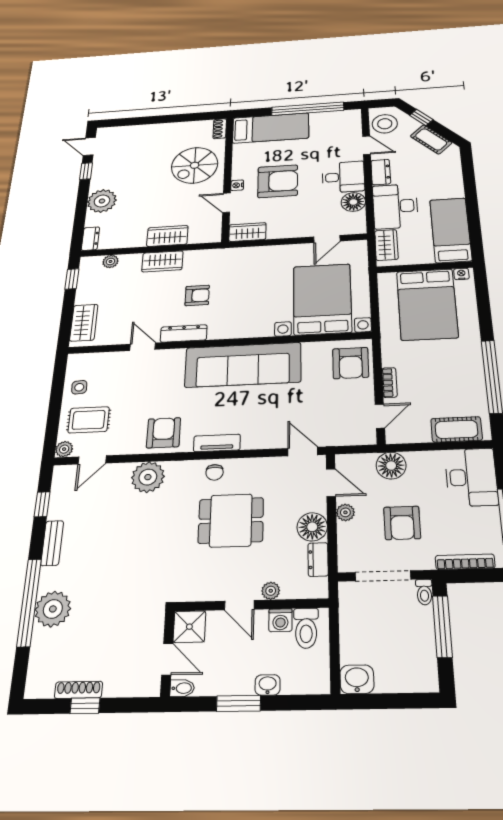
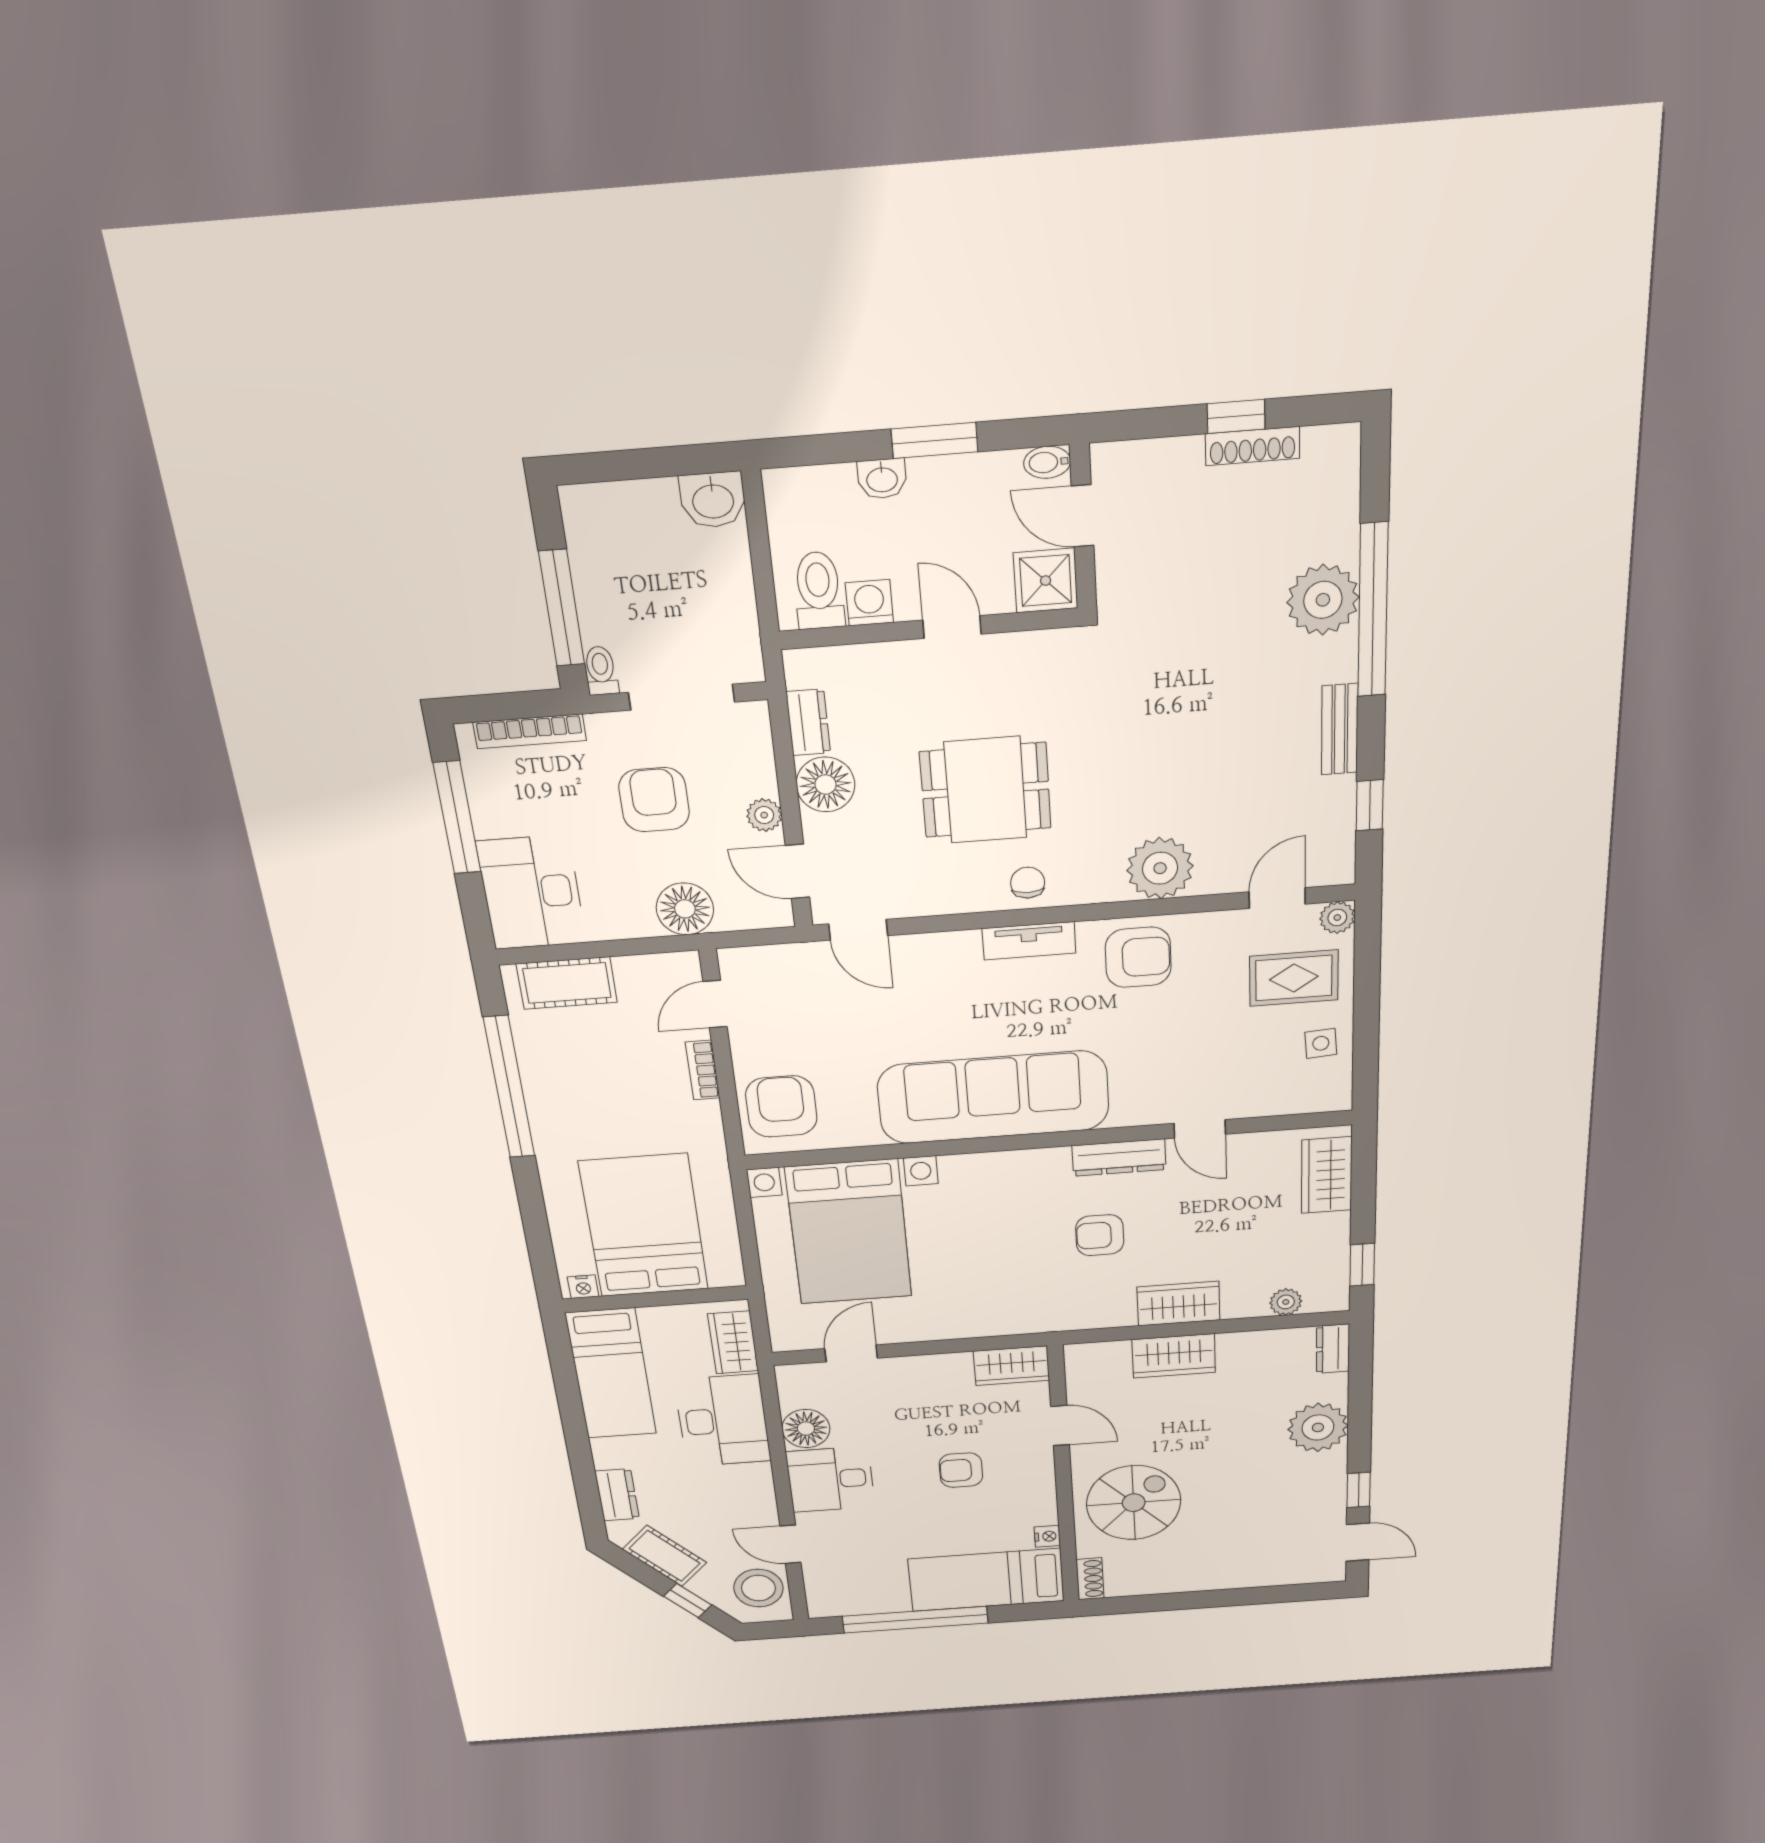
dresser: (381, 172) -> (617, 1495), moved, turned 180
armchair: (278, 181) -> (961, 1470), width x0.53, depth x0.53
nightstand: (237, 185) -> (1047, 1536), moved
armchair: (164, 433) -> (1138, 957), turned -90
plant: (271, 591) -> (894, 658), removed

